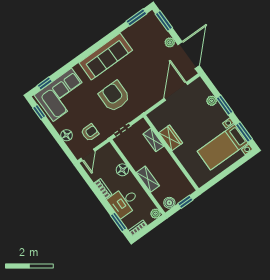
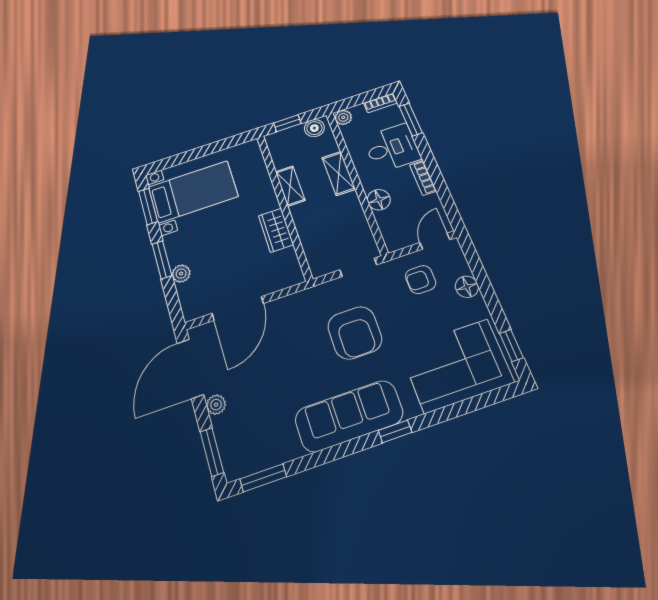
window: (45, 83) -> (395, 431), moved
shelving: (153, 140) -> (290, 186), moved

